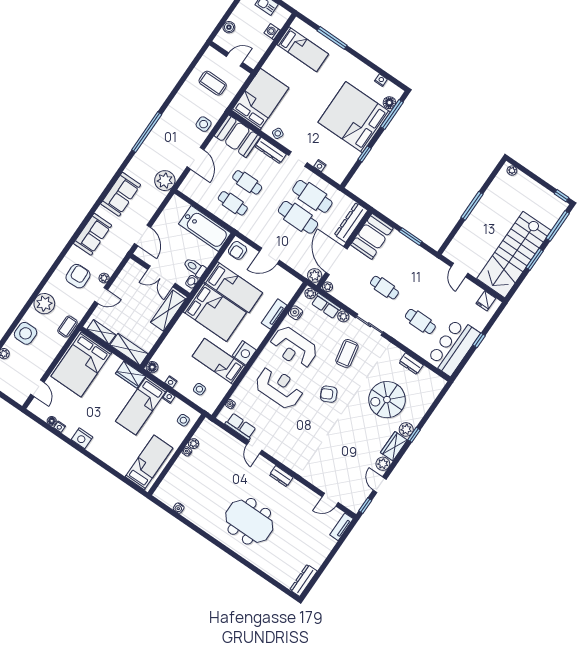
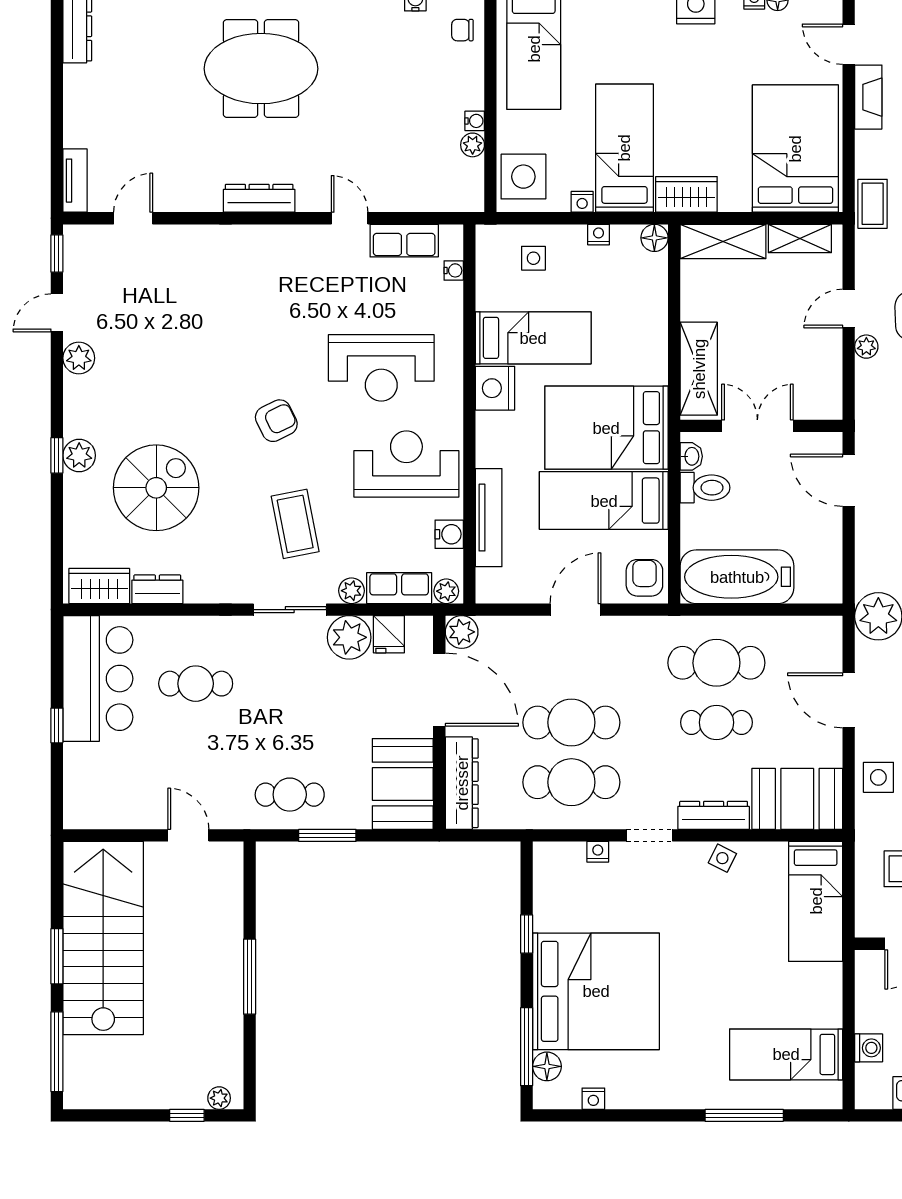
bed: (260, 99) -> (816, 901), width x0.67
window: (561, 196) -> (187, 1115), moved
cafe table: (233, 203) -> (716, 663), width x1.37, depth x1.35
plant: (328, 287) -> (349, 637), moved, width x1.88, depth x1.88
cafe table: (384, 288) -> (290, 795), moved
fridge: (486, 301) -> (389, 634), moved, turned 180
tv unit: (274, 314) -> (489, 518), width x1.41
fireplace: (43, 365) -> (868, 97), added
side table: (183, 420) -> (523, 177), width x1.87, depth x1.87
wardrobe: (394, 446) -> (99, 586), moved, turned -90
dresser: (281, 476) -> (259, 198), width x1.44
door: (380, 485) -> (57, 313), swing flipped
chair: (169, 486) -> (462, 30), added

